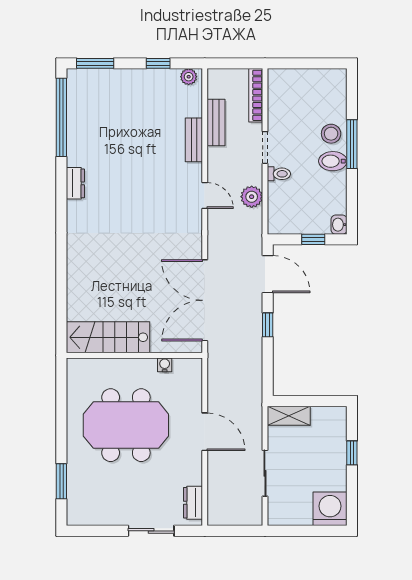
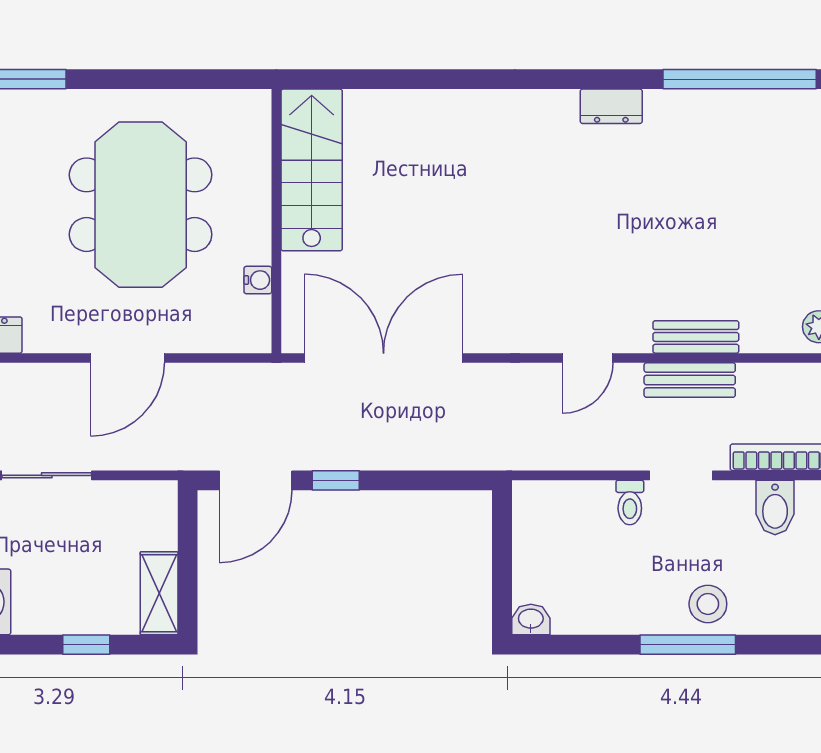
bench: (216, 123) -> (690, 380), moved
bidet: (333, 161) -> (775, 507), moved, turned 180
plant: (252, 197) -> (585, 449), removed
window: (313, 239) -> (502, 569), removed
door: (268, 274) -> (256, 480), moved
shelving: (289, 416) -> (159, 593), moved

